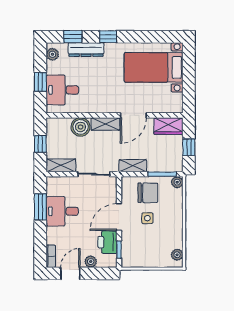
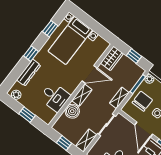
window: (73, 37) -> (50, 29), moved
desk: (62, 90) -> (55, 97), moved, turned -90
door: (133, 115) -> (90, 74), hinge flipped

